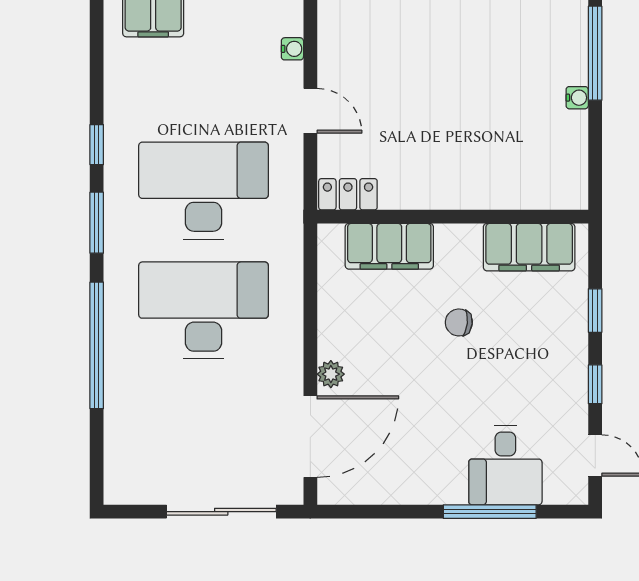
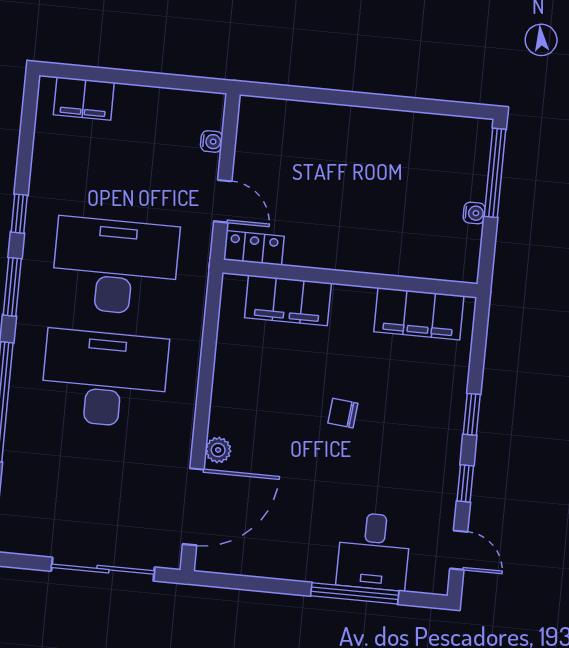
locker: (348, 194) -> (254, 248), moved
wall: (453, 217) -> (350, 278), moved
filing cabinet: (389, 246) -> (288, 300), moved
filing cabinet: (529, 247) -> (419, 314), moved

